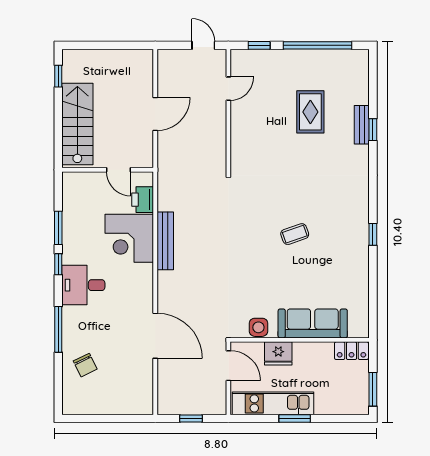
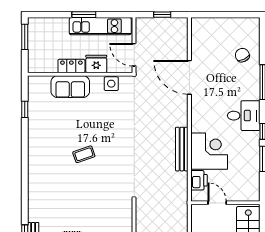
window: (373, 234) -> (25, 109), moved
sofa: (313, 323) -> (70, 87), width x0.73
locker: (351, 351) -> (71, 66), moved

